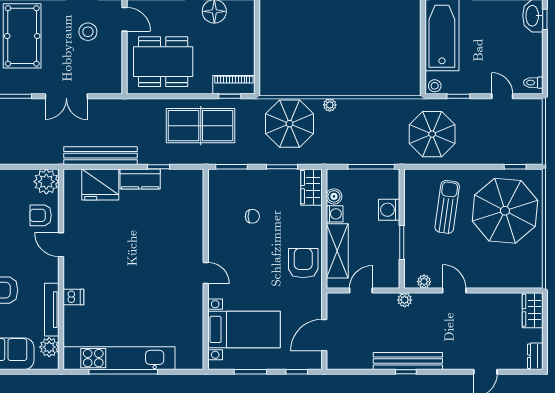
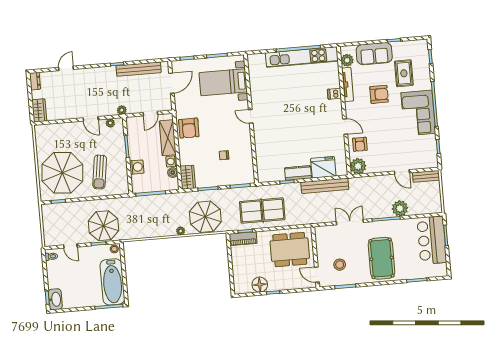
parasol: (432, 134) -> (104, 226), moved
armchair: (41, 215) -> (360, 144), turned 90
bench: (408, 361) -> (139, 69), moved

